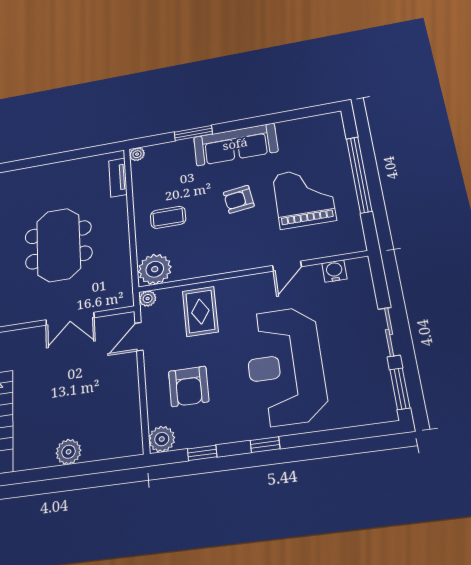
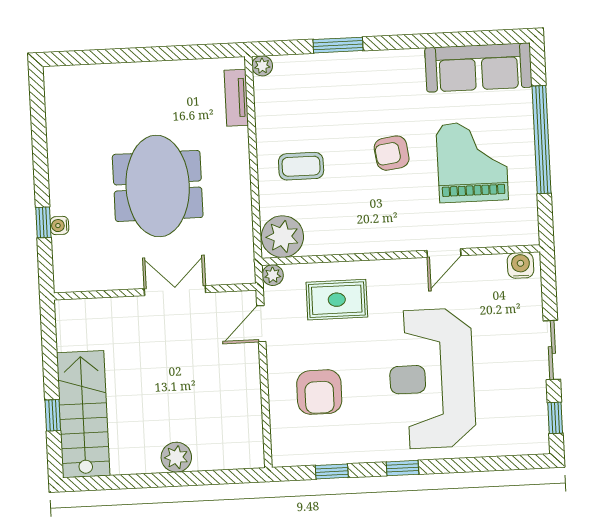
sofa: (235, 144) -> (478, 67), moved
water cooler: (334, 271) -> (521, 265), moved
rug: (200, 311) -> (337, 300), turned 90
double door: (70, 319) -> (175, 291), swing flipped
window: (400, 389) -> (555, 418), width x0.67
plant: (162, 439) -> (286, 452), removed

